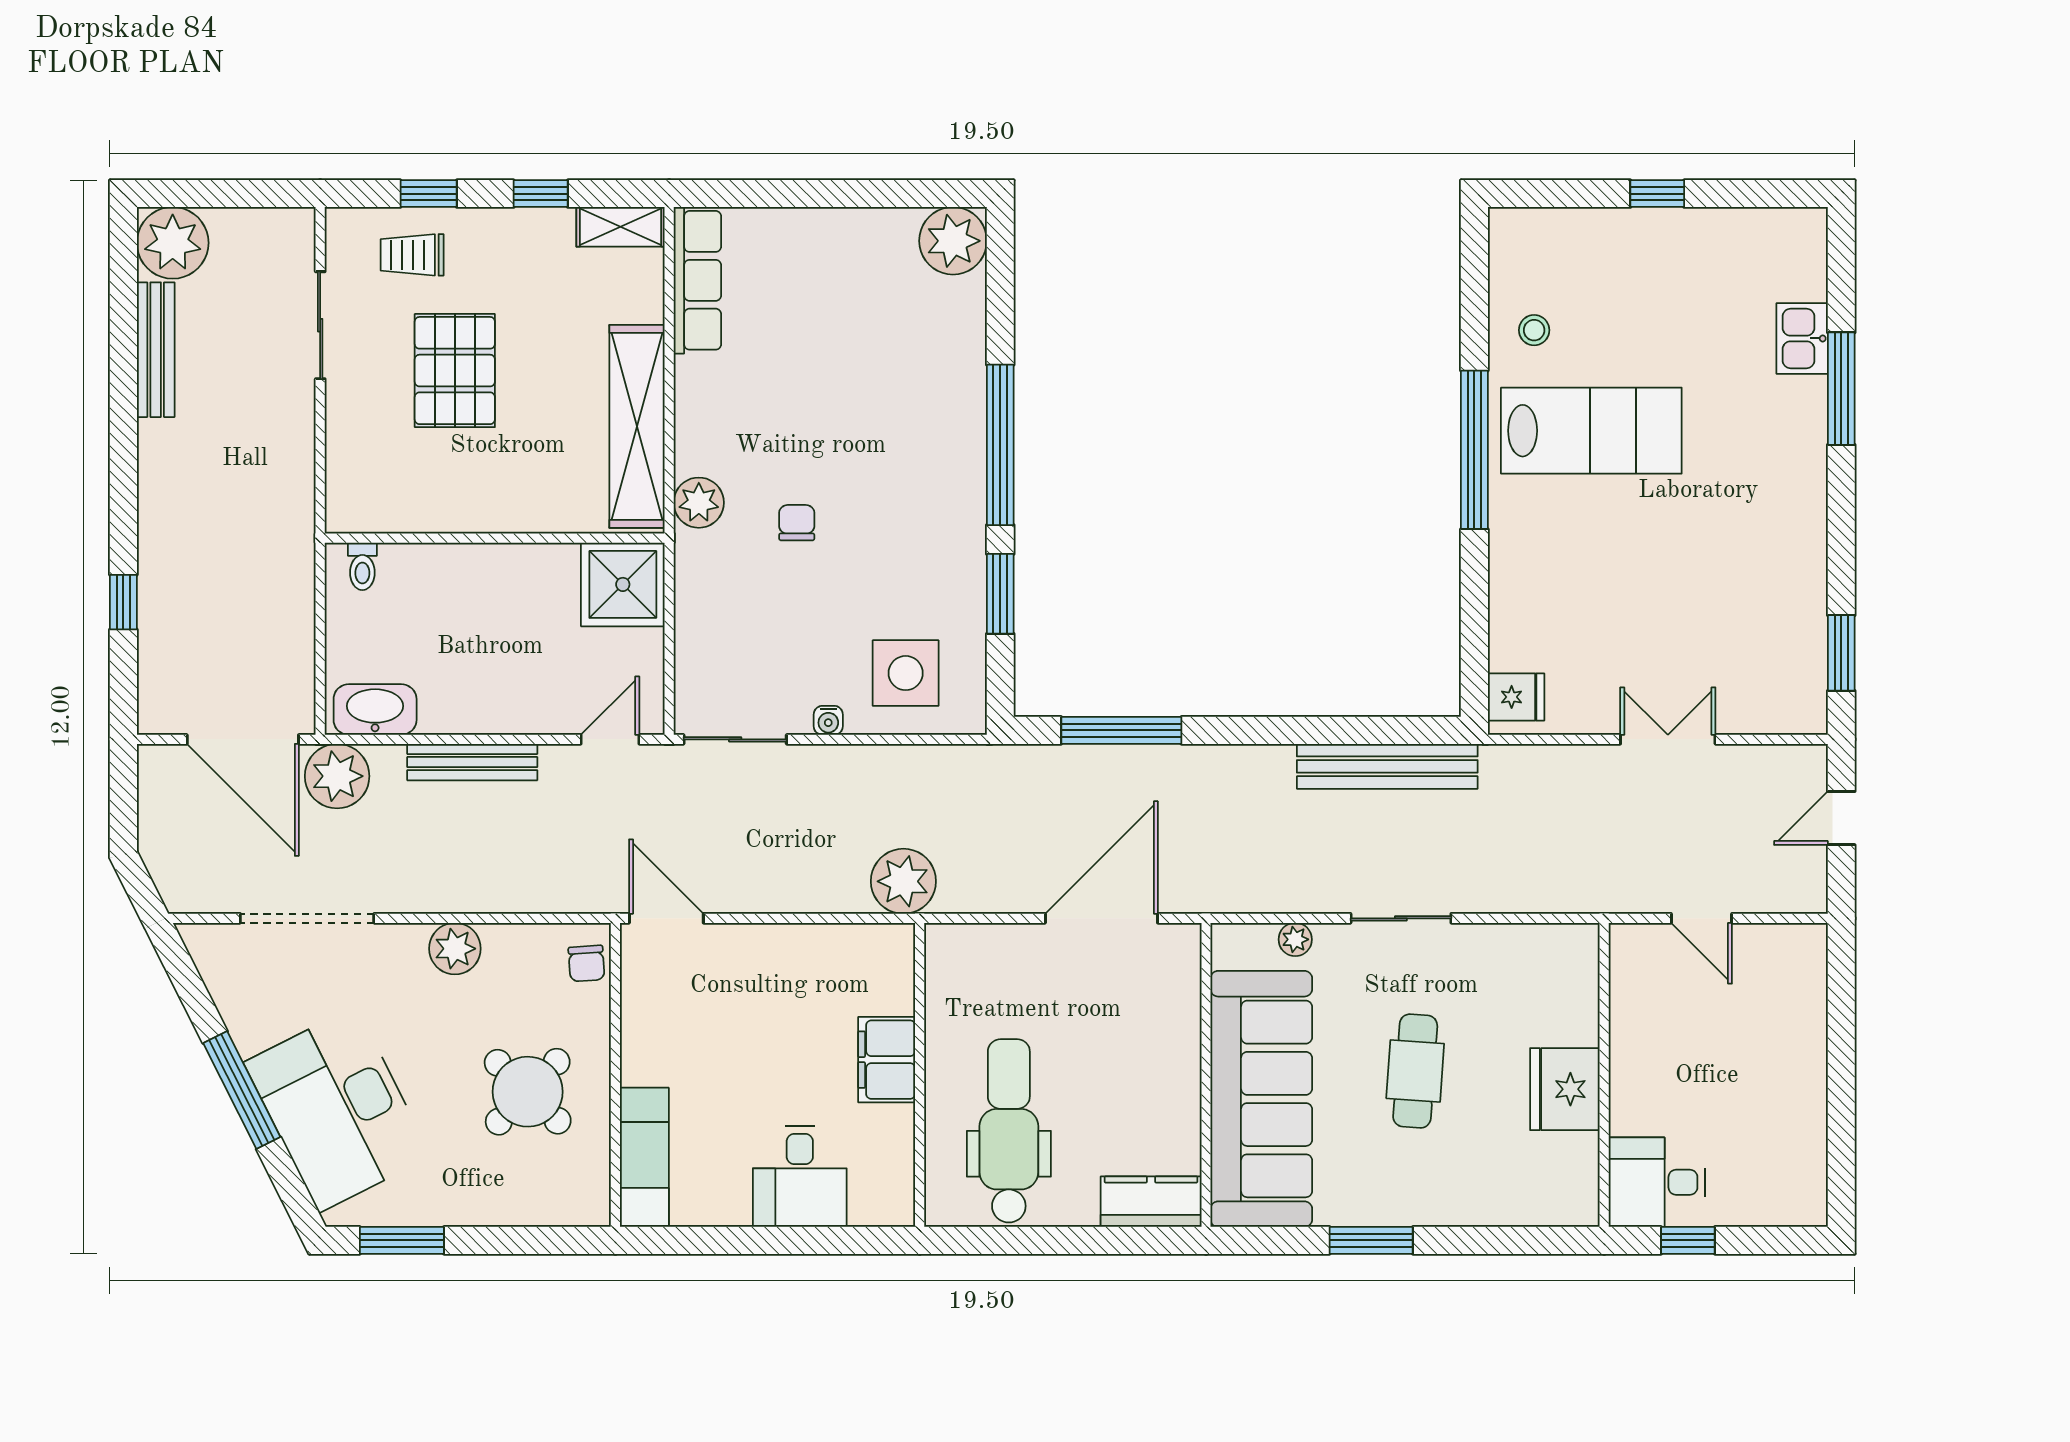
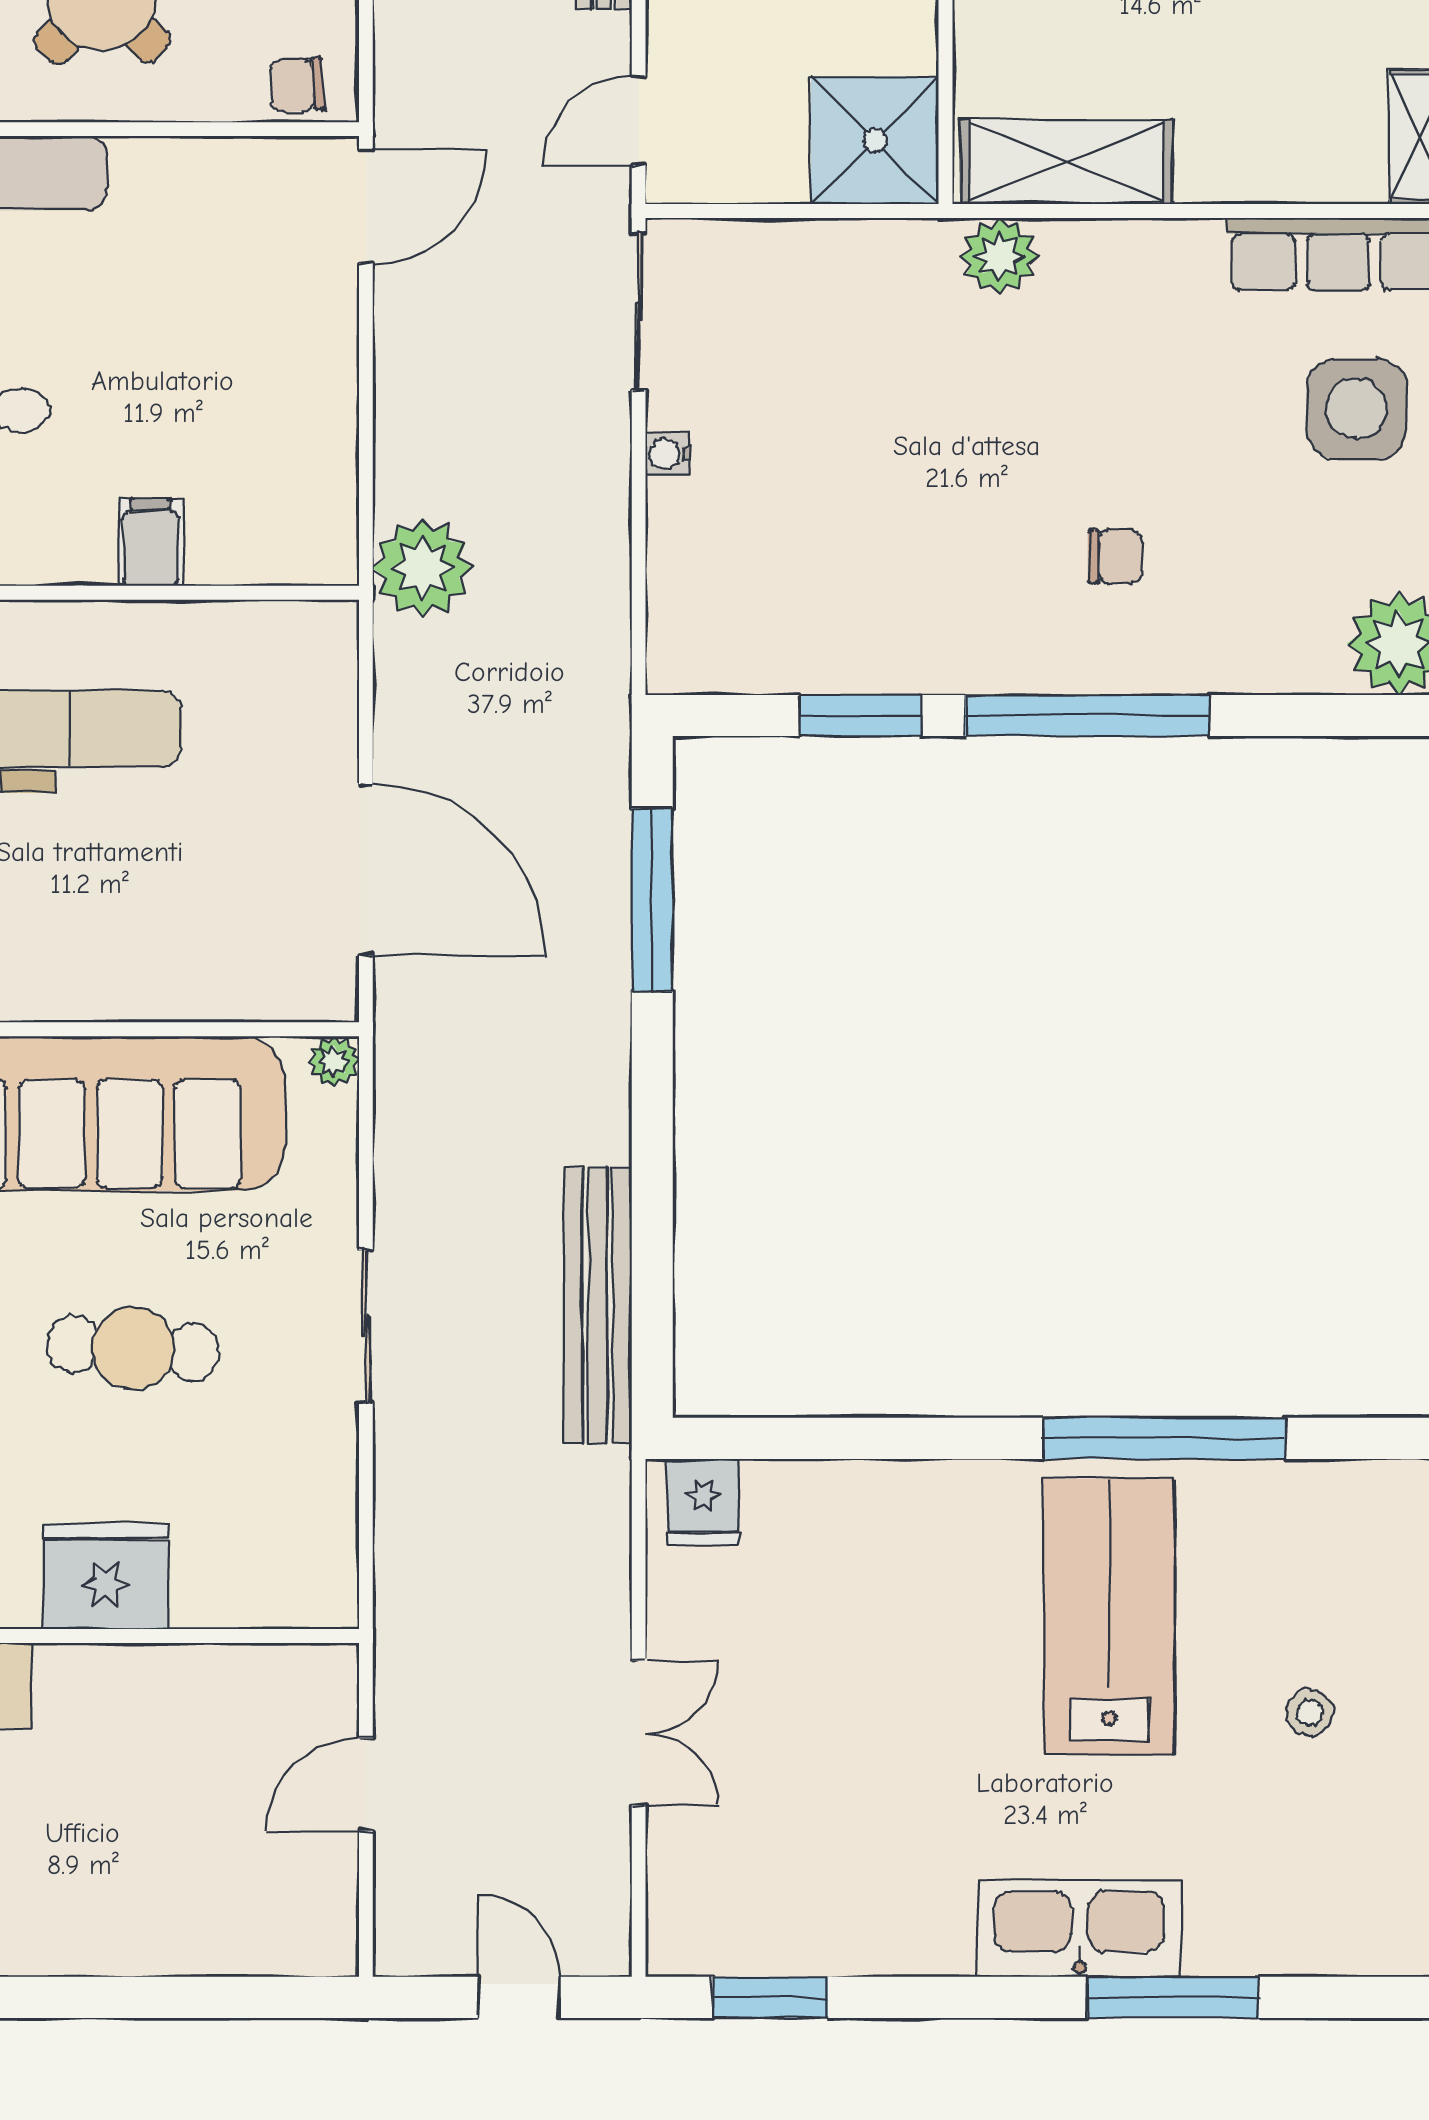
stool: (1534, 330) -> (1310, 1713), moved
kitchen sink: (1802, 338) -> (1079, 1928), moved, width x1.88, depth x1.24
shelving: (637, 426) -> (1066, 162), width x0.68
lab bench: (1591, 431) -> (1109, 1616), turned 180
window: (1474, 450) -> (1164, 1438), moved
chair: (797, 523) -> (1115, 557), moved
side table: (906, 673) -> (1356, 409), moved
door: (610, 739) -> (639, 121), swing flipped
plant: (1295, 939) -> (334, 1061), moved
filing cabinet: (887, 1060) -> (151, 542), width x0.50

